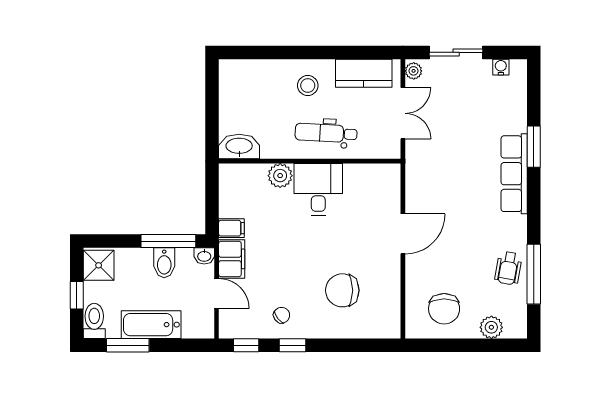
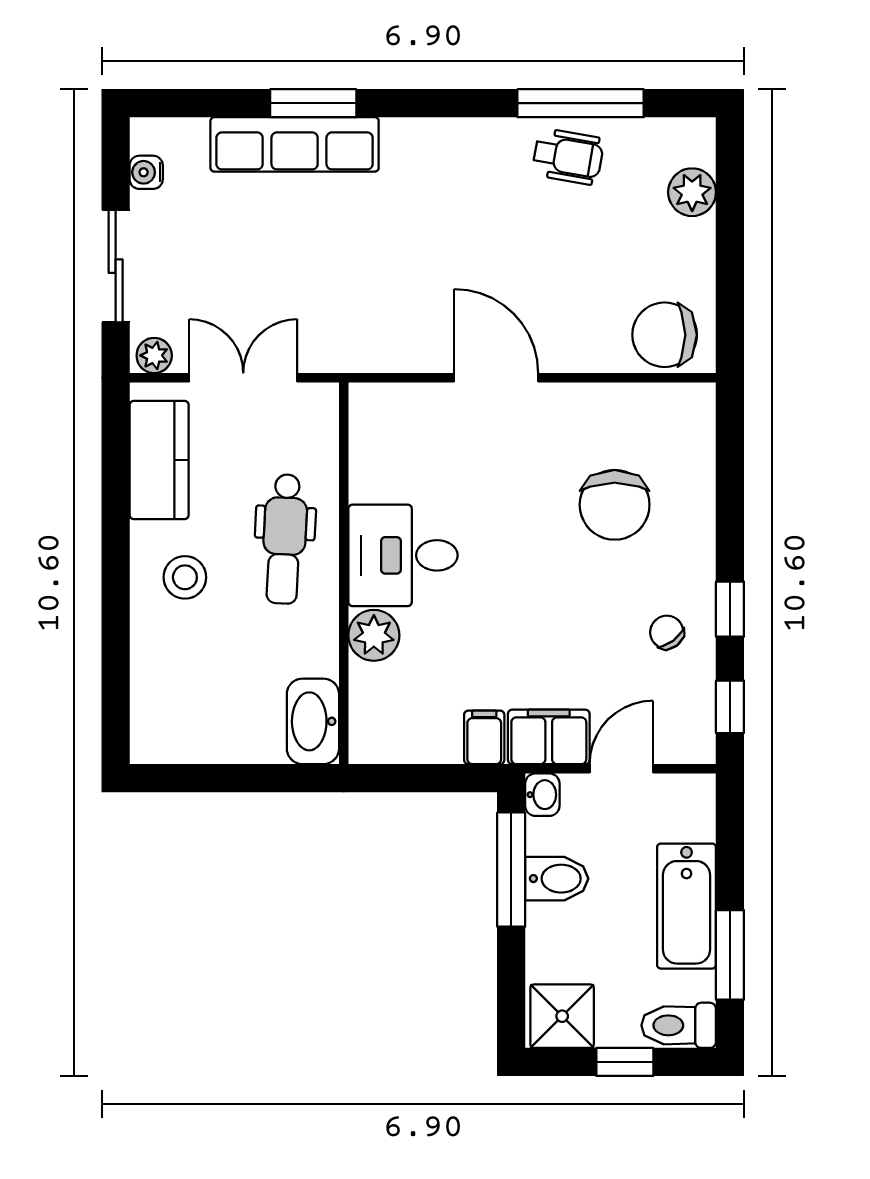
row of seats: (514, 174) -> (295, 144), moved
chair: (444, 309) -> (665, 335), moved, turned 180

